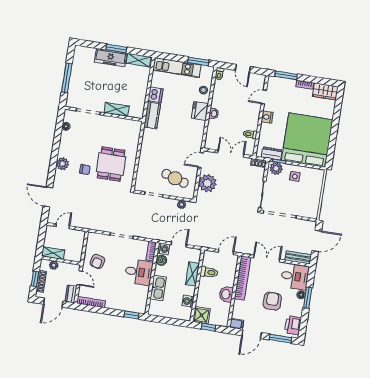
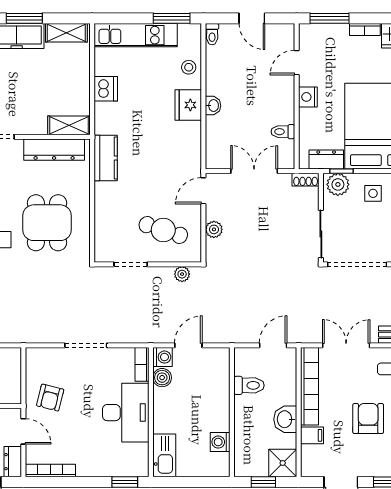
shelving: (117, 109) -> (69, 125), moved
kitchen counter: (152, 115) -> (106, 158), moved
dresser: (121, 124) -> (54, 150), added
plant: (207, 183) -> (214, 229), width x0.53, depth x0.53
desk: (139, 272) -> (126, 413), width x1.37
shelving: (192, 274) -> (220, 393), removed
kitchen sink: (158, 288) -> (164, 455), moved
shower: (201, 315) -> (283, 463), moved
filing cabinet: (237, 324) -> (312, 435), moved

